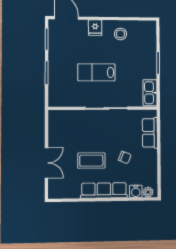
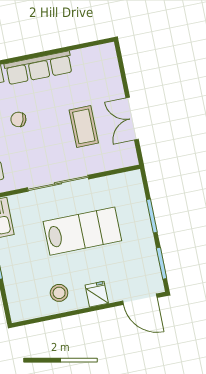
lab bench: (96, 72) -> (82, 231), width x1.36, depth x1.39
coffee table: (91, 161) -> (84, 126), moved, turned 90
double door: (46, 163) -> (132, 119), moved

